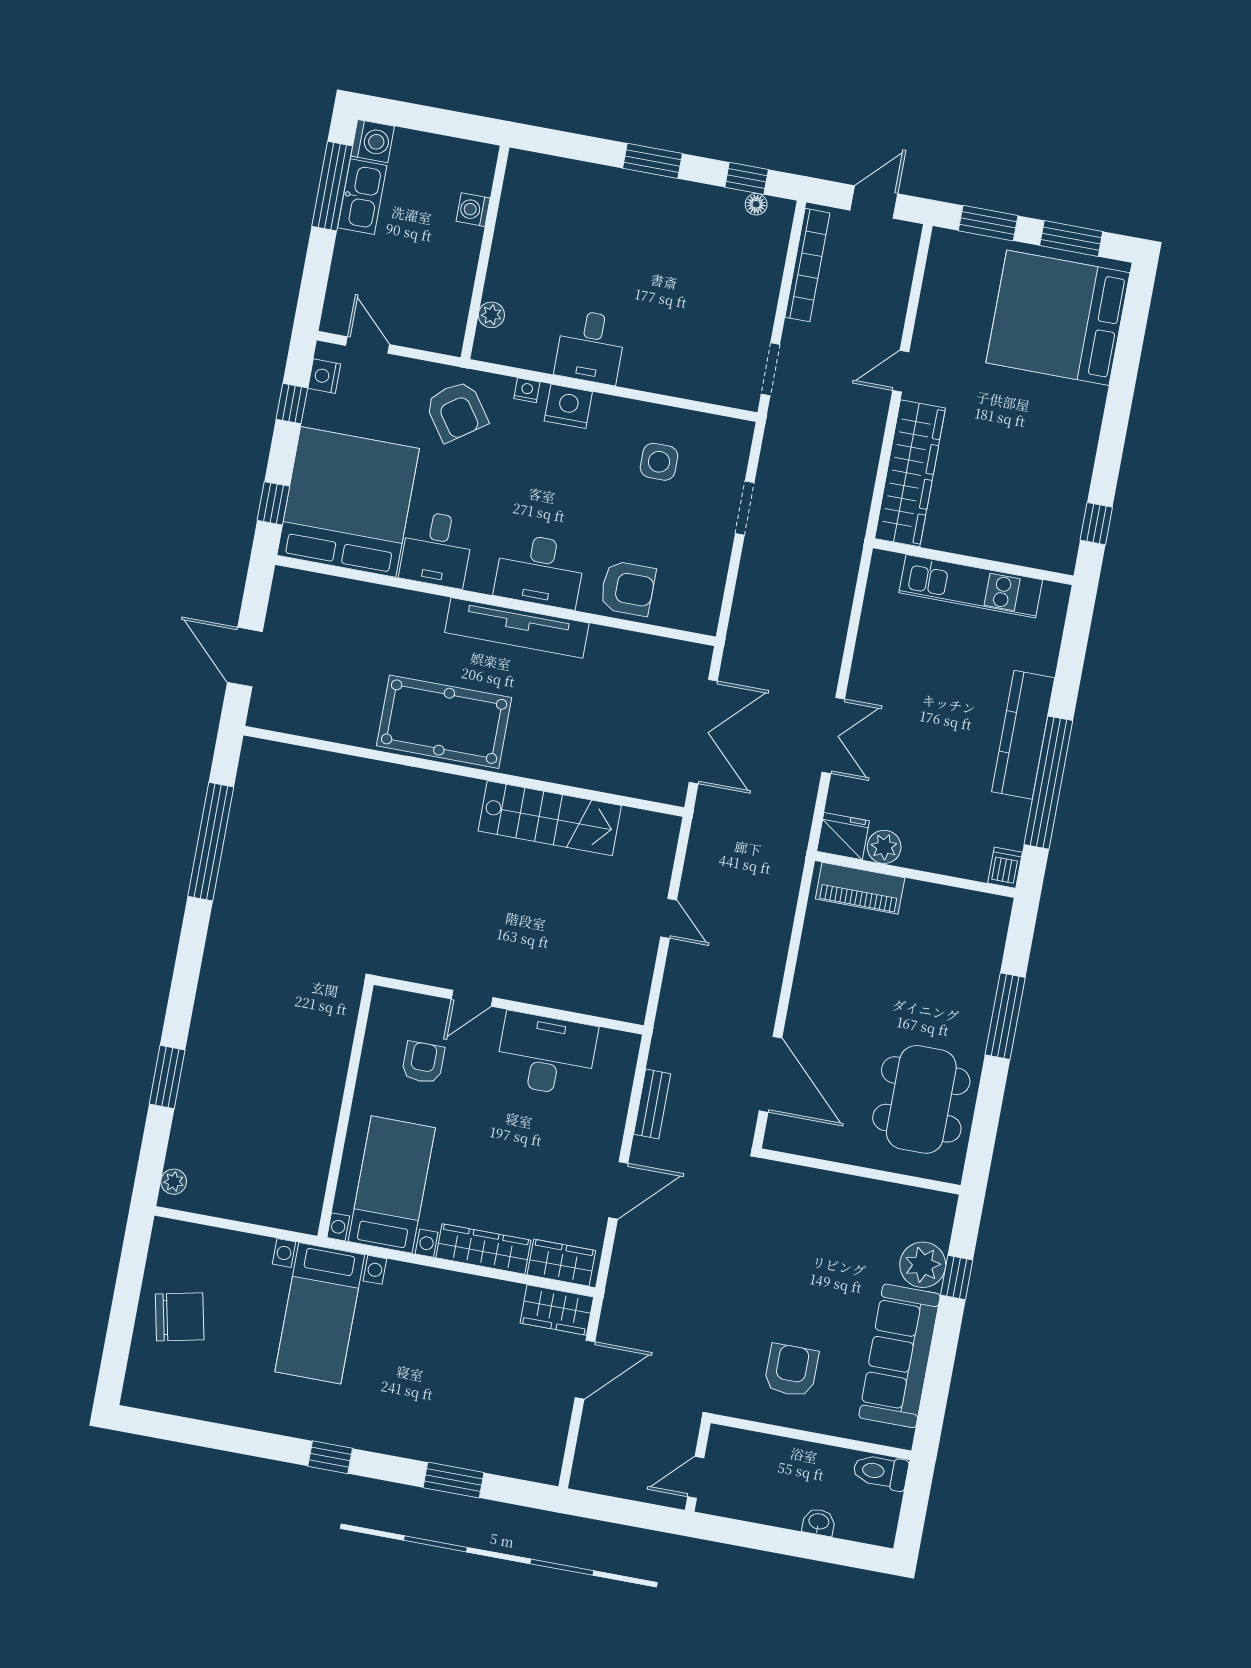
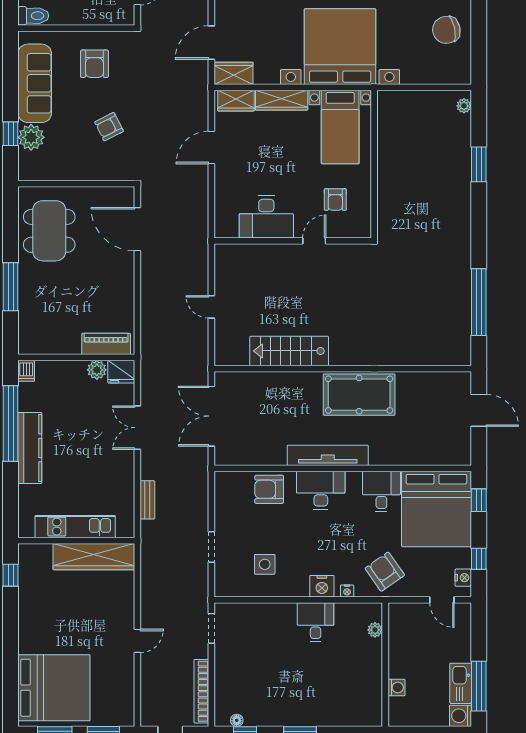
wardrobe: (910, 473) -> (94, 557), moved, turned -90
bench: (652, 1104) -> (147, 500), moved
armchair: (786, 1258) -> (109, 127), added
bed with nightstands: (320, 1313) -> (340, 47), width x1.85

